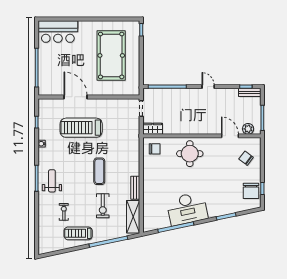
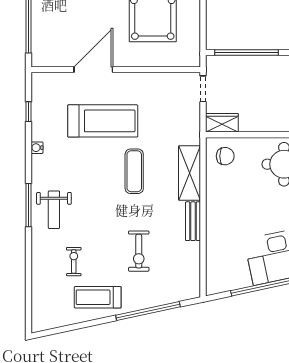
door: (76, 97) -> (93, 70), hinge flipped
treadmill: (81, 128) -> (103, 121), turned 180
exercise mat: (99, 171) -> (134, 171), moved
weight bench: (52, 181) -> (54, 210), turned 180
shelving: (133, 217) -> (190, 173), moved

